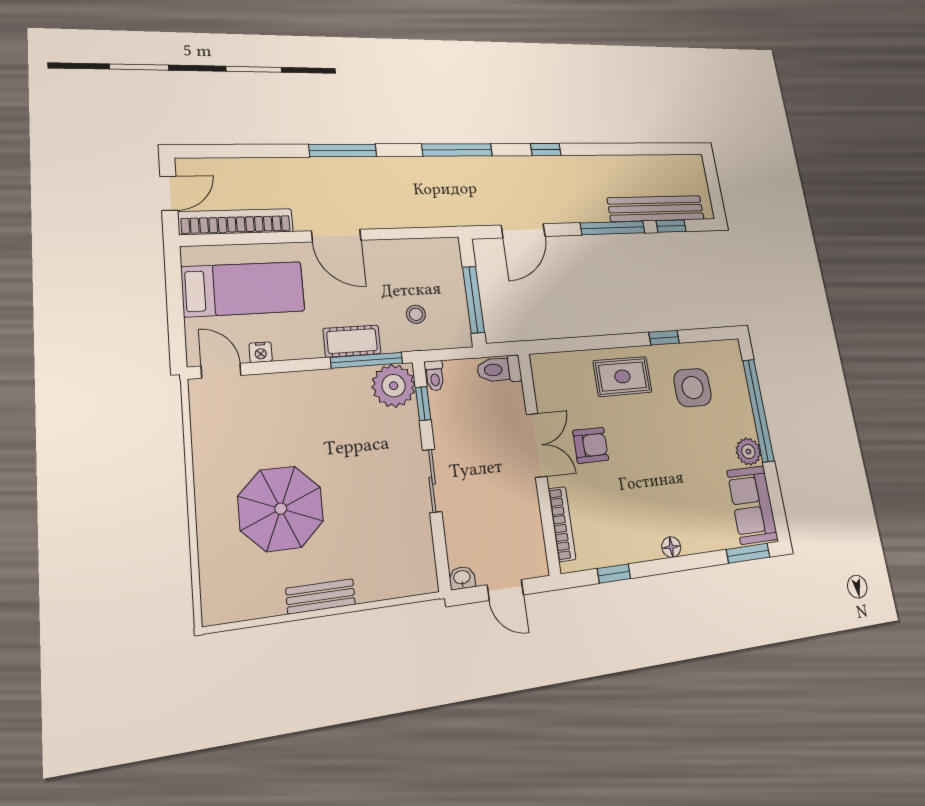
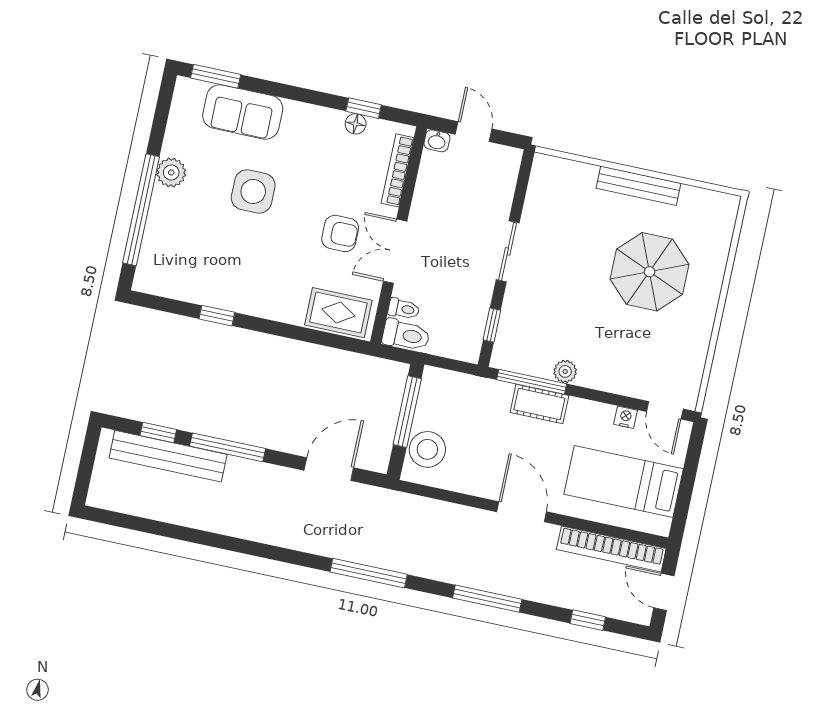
window: (546, 149) -> (588, 620), moved
door: (169, 193) -> (664, 592), hinge flipped
stool: (416, 314) -> (427, 449), moved, width x1.89, depth x1.89
toilet: (435, 376) -> (404, 309), moved, turned 90
rug: (622, 376) -> (338, 313), moved
plant: (394, 386) -> (565, 371), moved, width x0.53, depth x0.53
side table: (693, 388) -> (253, 191), moved
armchair: (591, 445) -> (340, 233), turned 180
sofa: (752, 505) -> (243, 112), moved, turned 90
floor lamp: (671, 547) -> (356, 124), moved
washbasin: (462, 578) -> (437, 141), moved
bench: (321, 596) -> (638, 186), width x1.36

